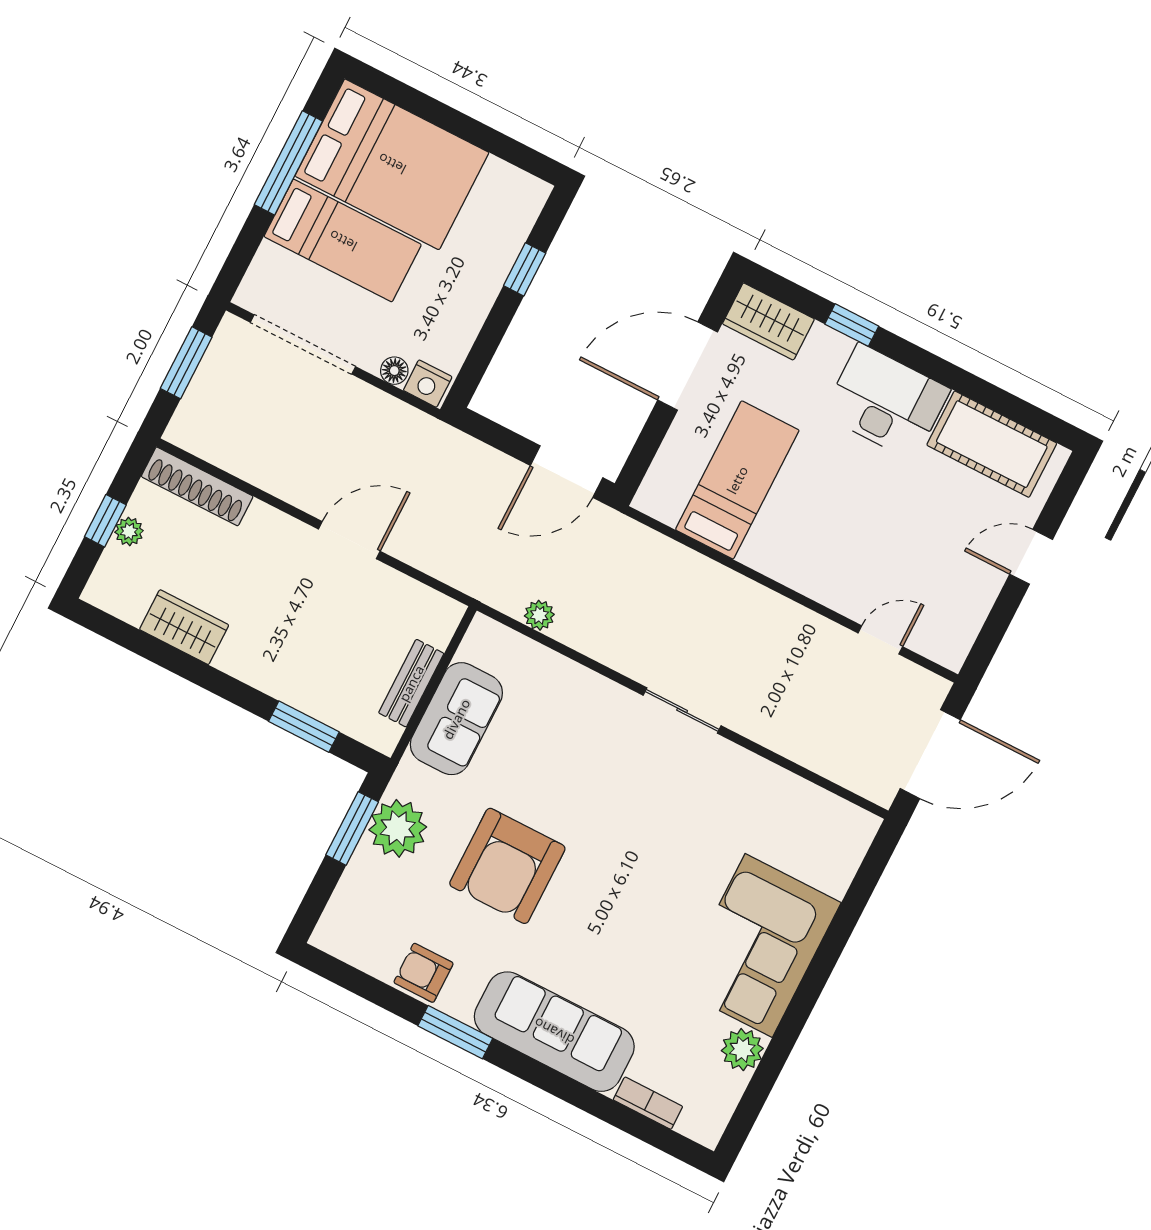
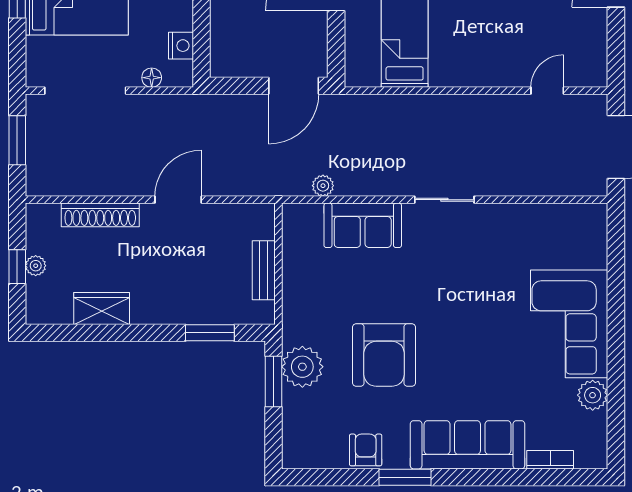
nightstand: (428, 384) -> (181, 46), moved, turned -90
shoe rack: (197, 486) -> (100, 215), moved
sofa: (456, 719) -> (363, 225), moved, turned 90
armchair: (424, 973) -> (366, 450), turned 90

